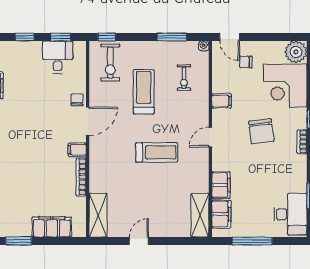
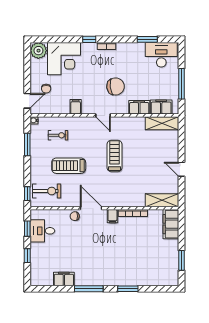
chair: (261, 131) -> (116, 86), moved
filing cabinet: (52, 227) -> (171, 224), moved

